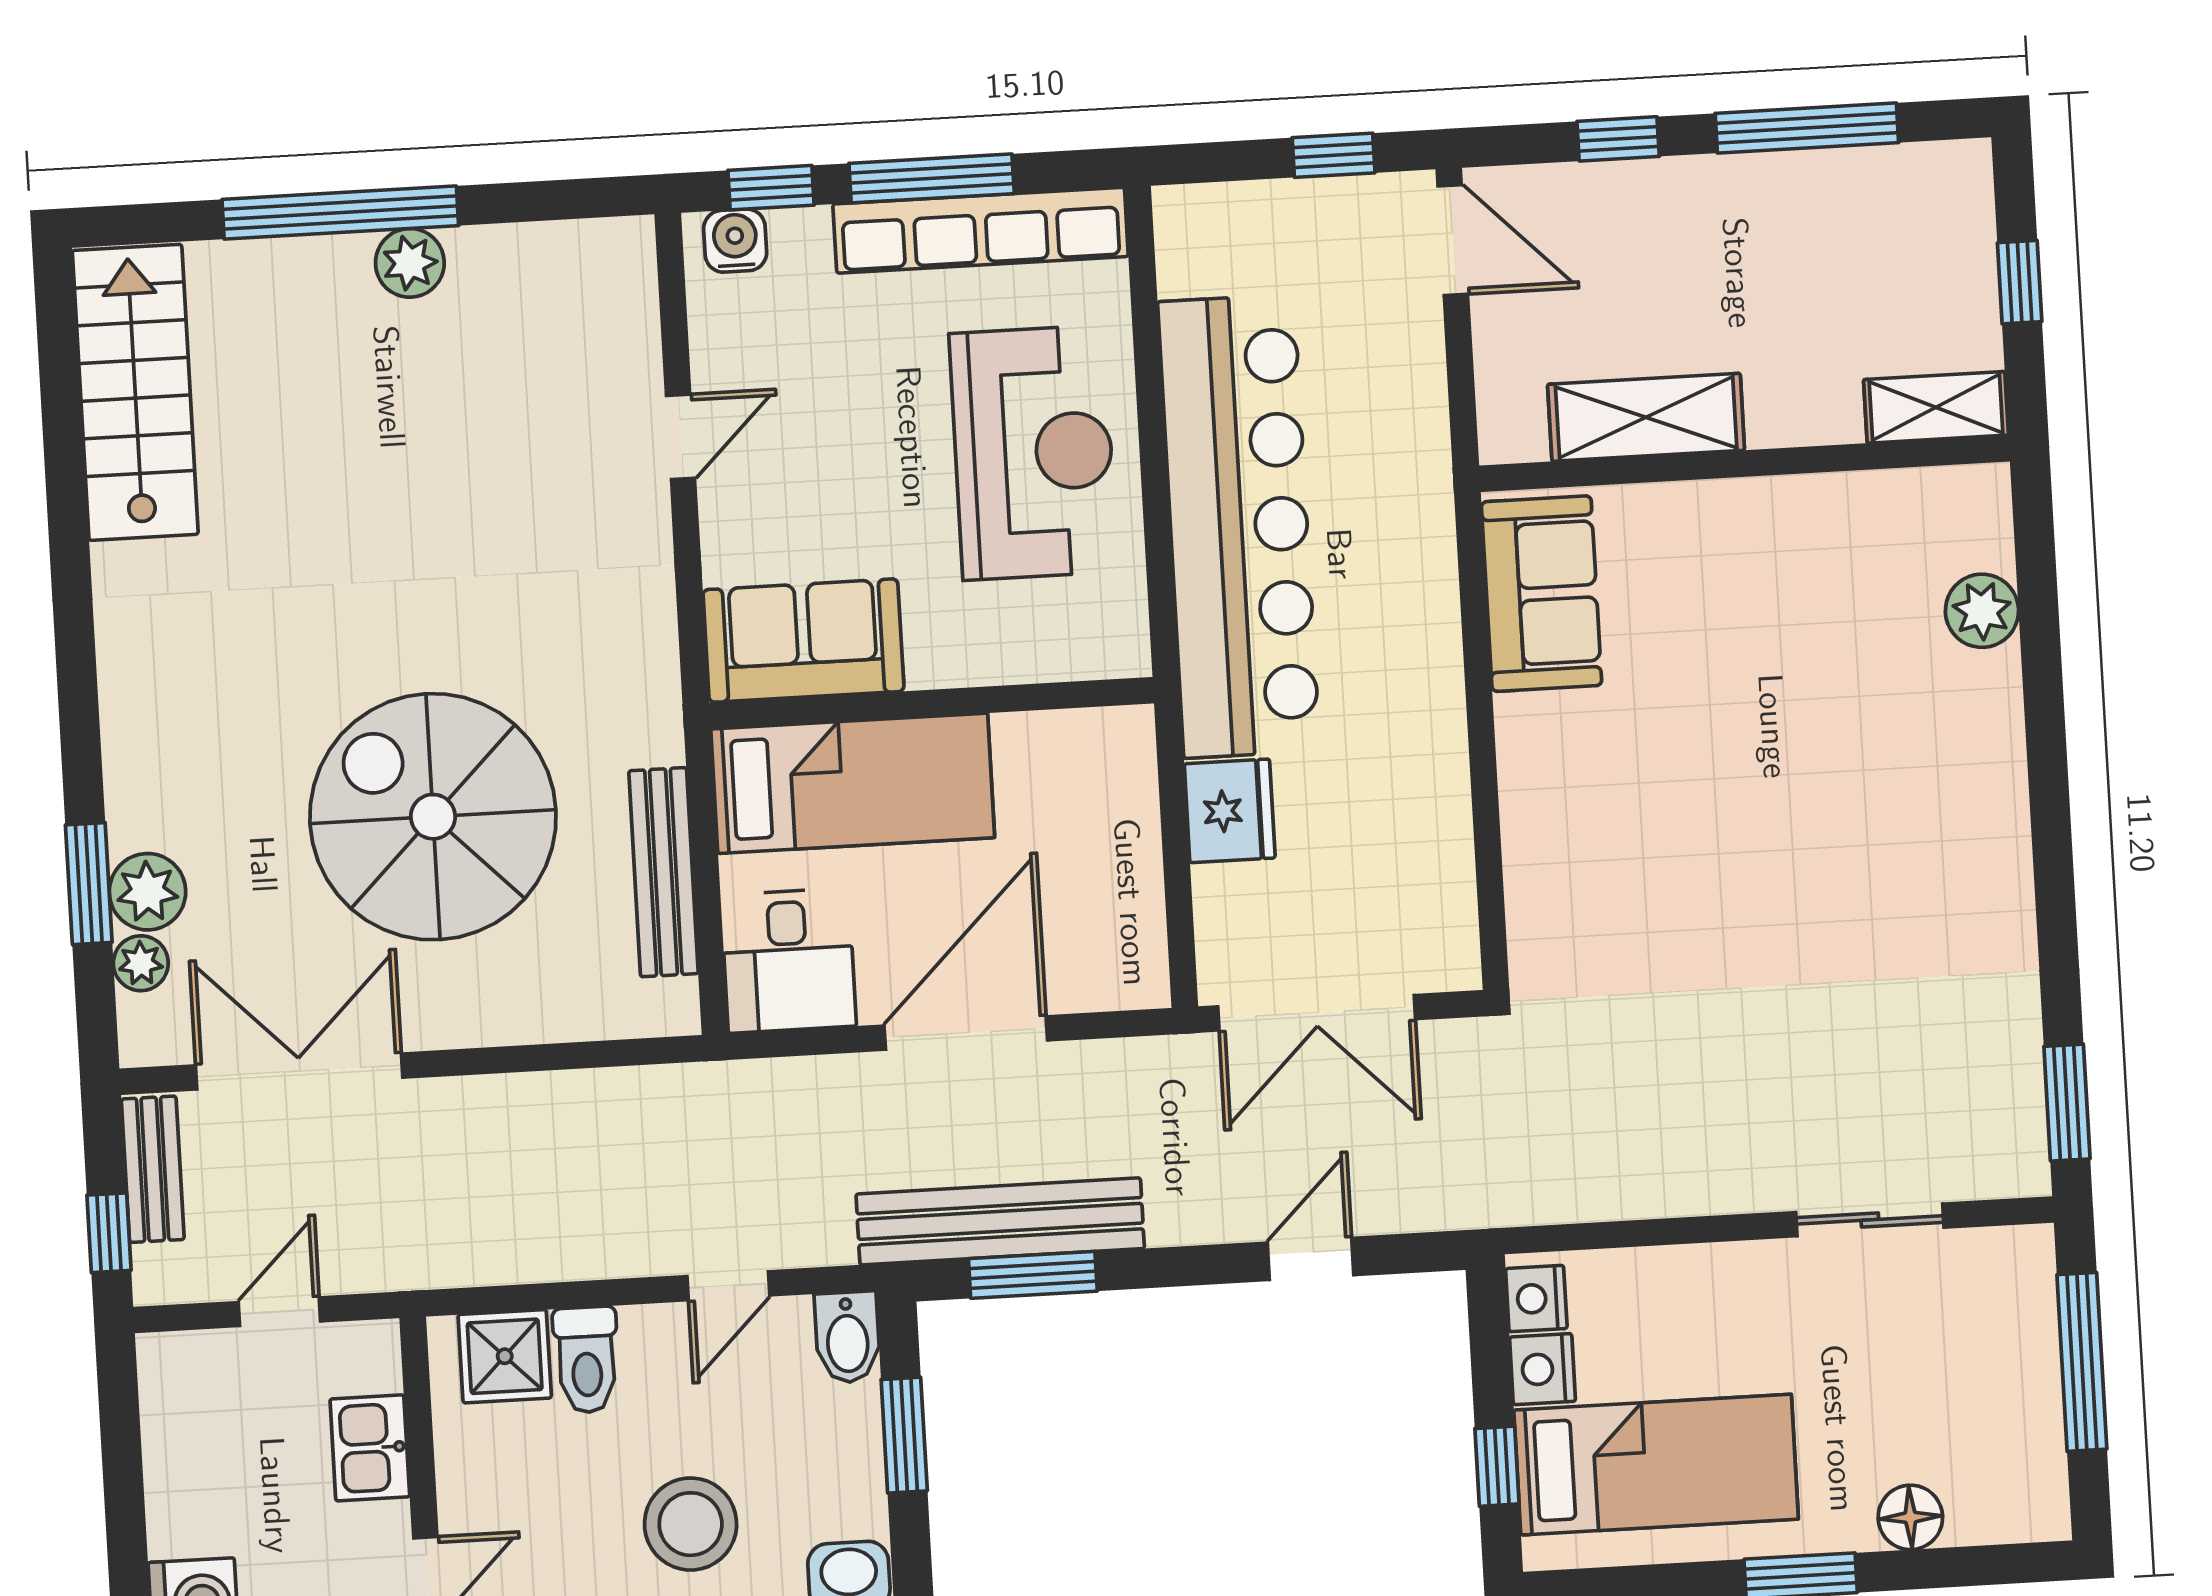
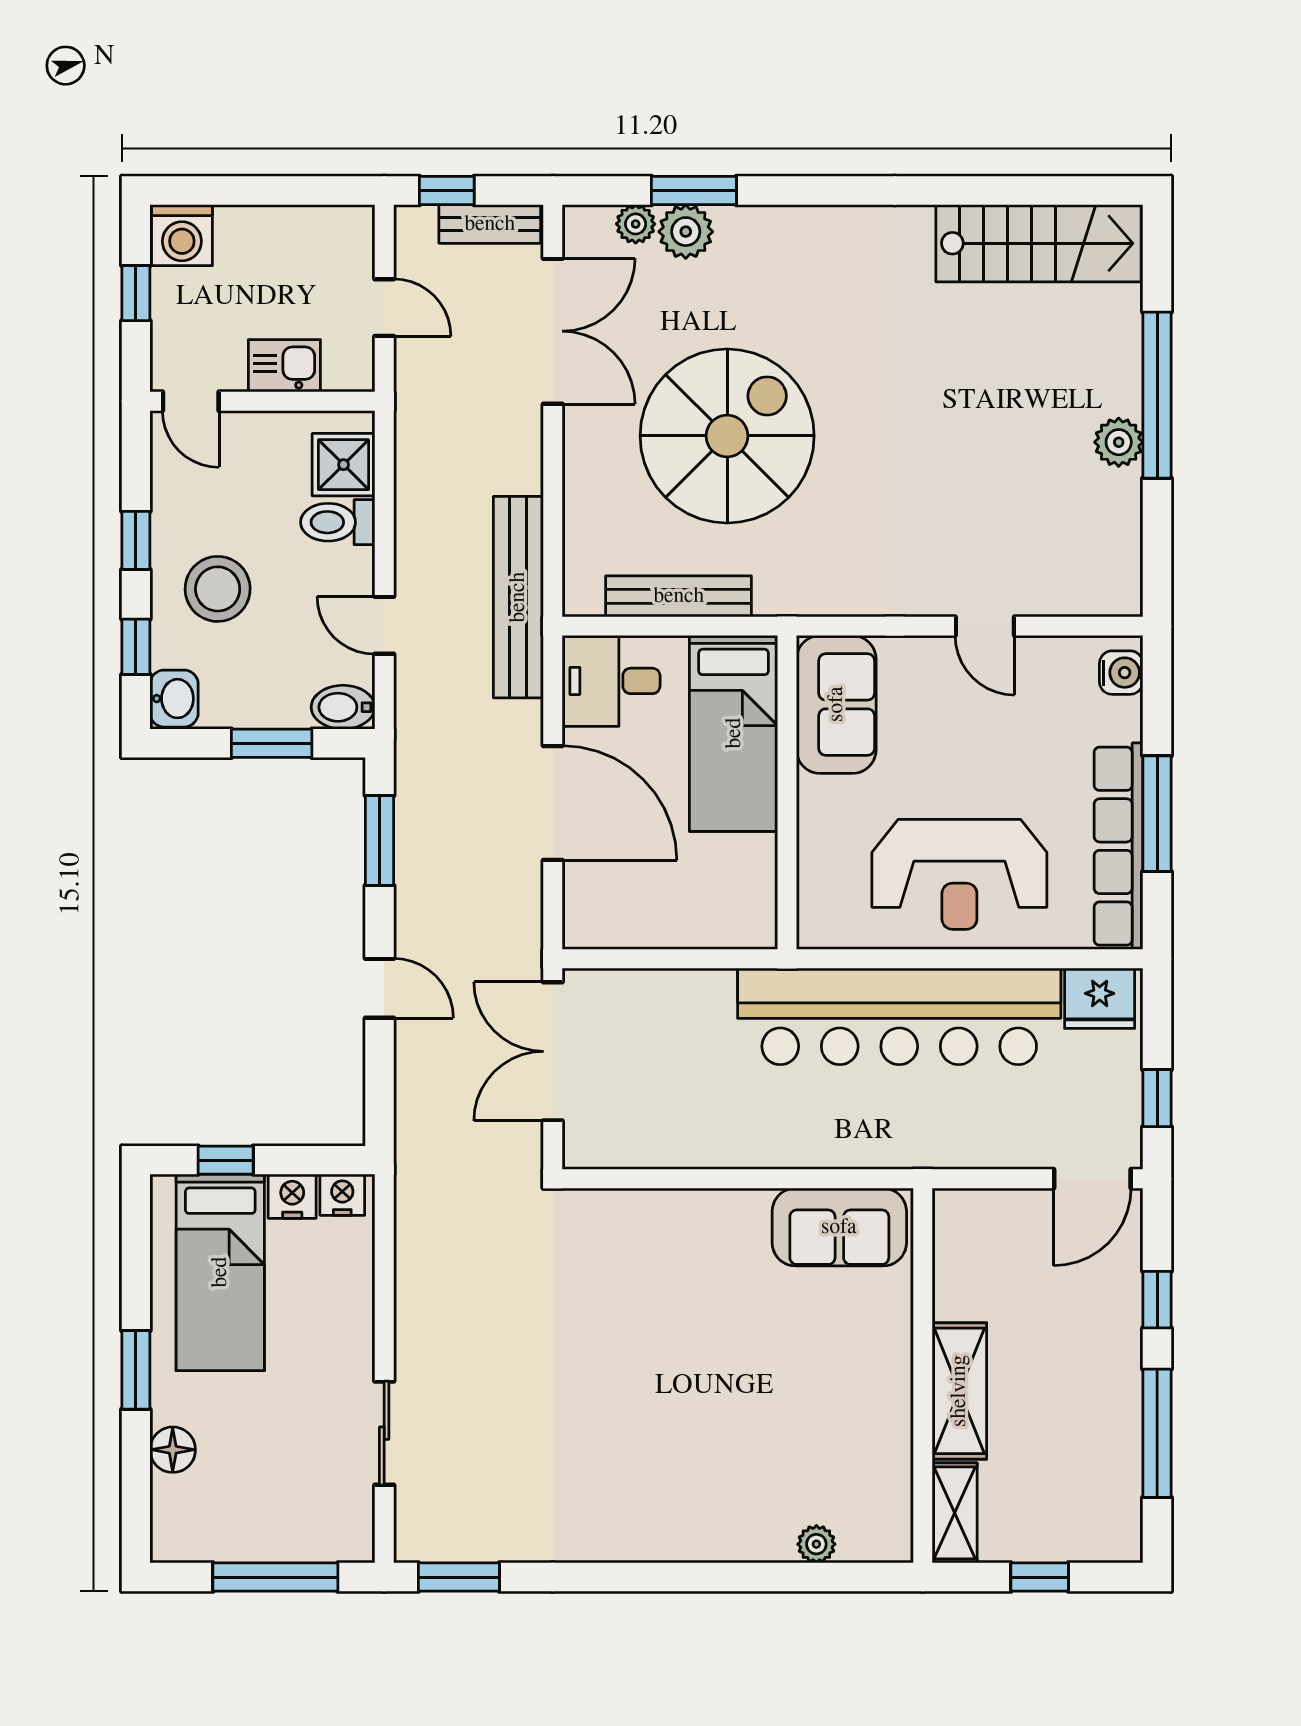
window: (771, 188) -> (1157, 700), removed
shelving: (1646, 417) -> (959, 1391), moved
plant: (1982, 611) -> (816, 1544), width x0.73, depth x0.73
fridge: (1230, 811) -> (1100, 998), moved
bench: (1000, 1221) -> (518, 597), moved
door: (1311, 1259) -> (379, 988), moved

